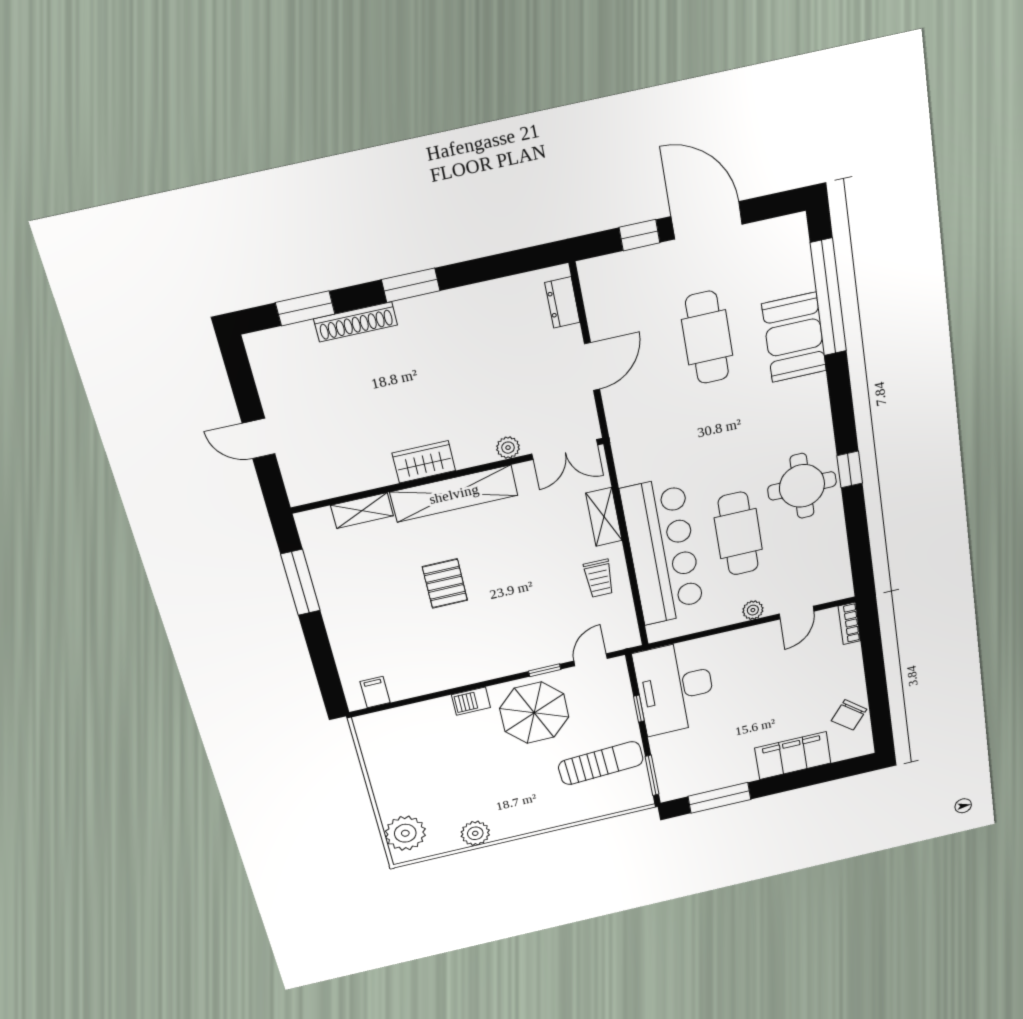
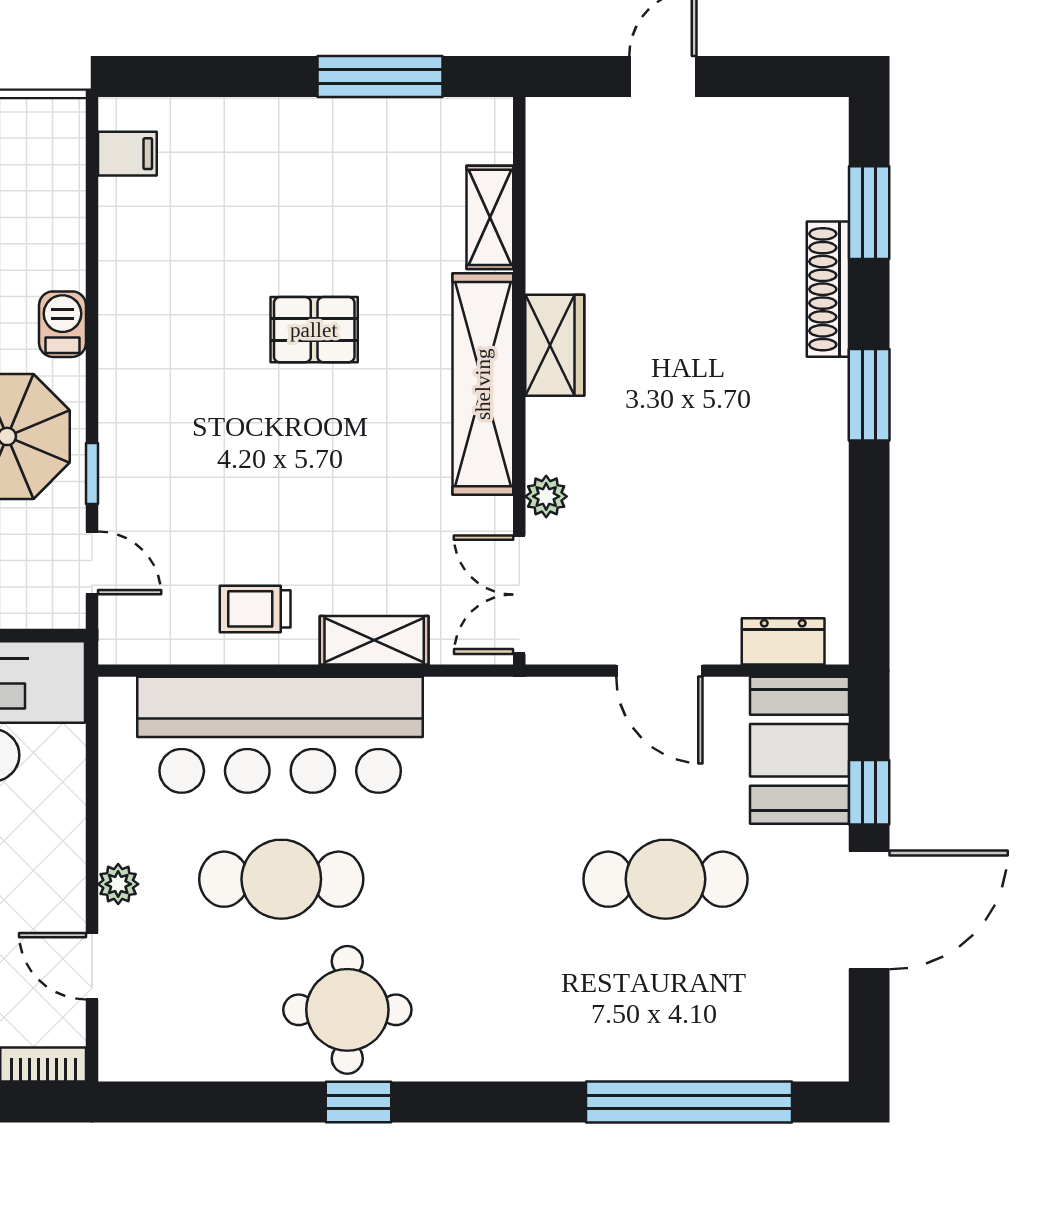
booth: (794, 337) -> (799, 750), moved, turned 90

